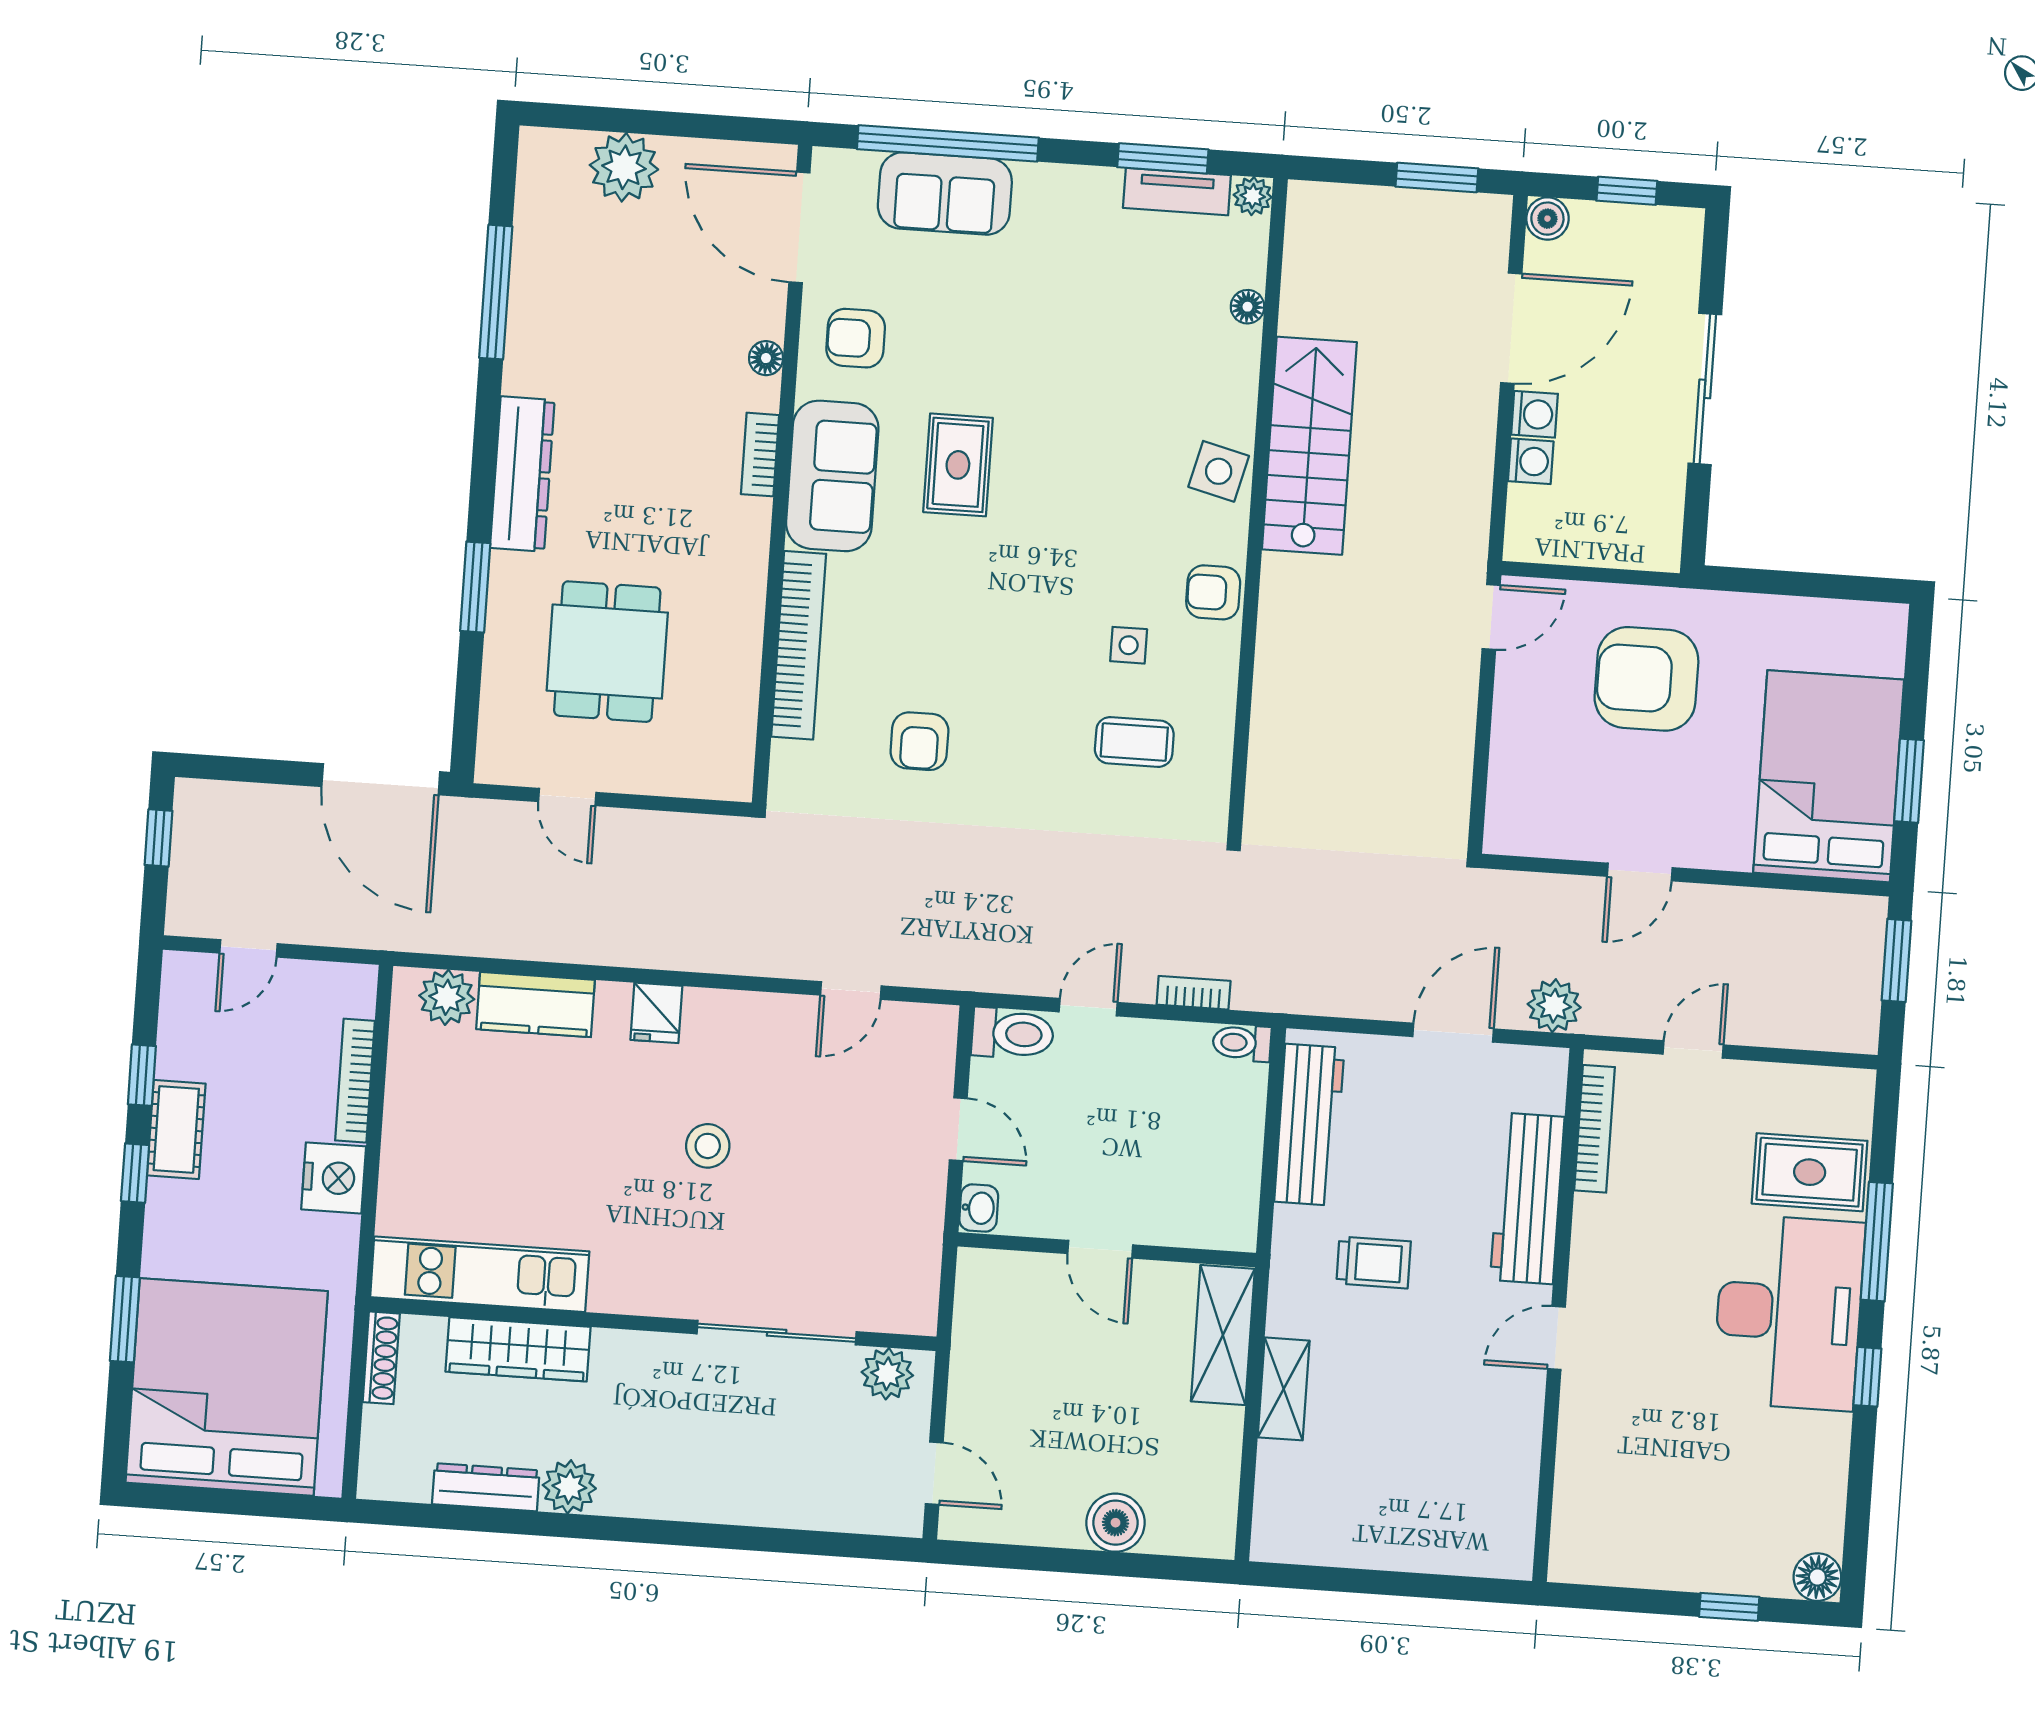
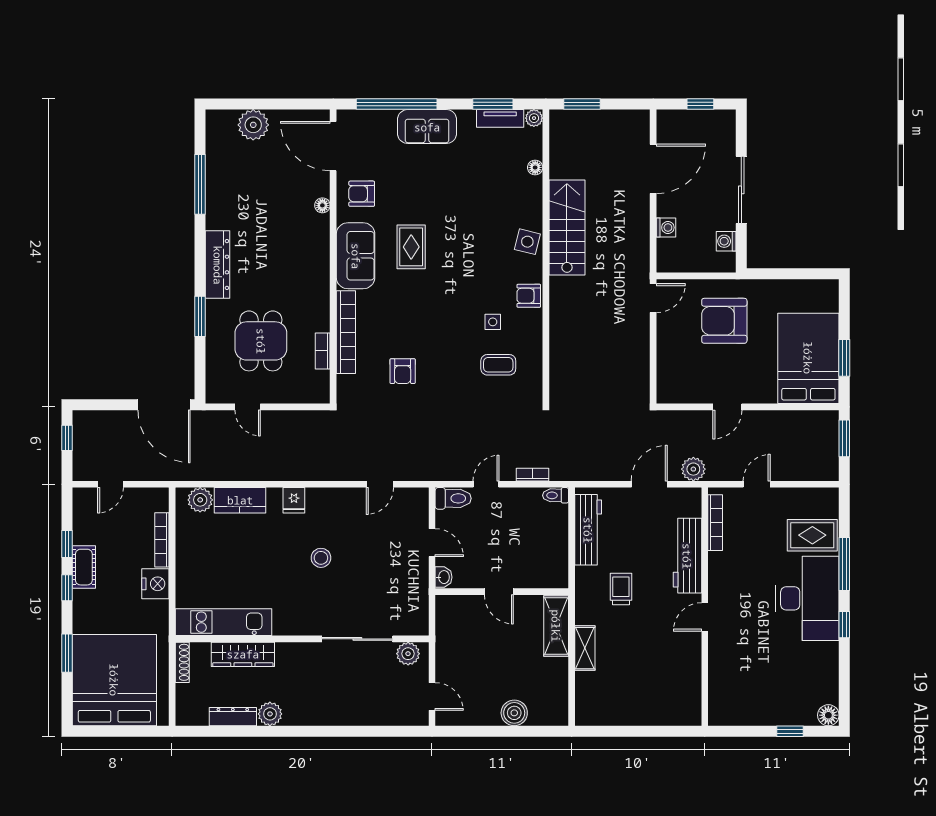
window: (1437, 178) -> (582, 104), moved
sofa: (945, 193) -> (427, 127), moved
boiler: (1547, 219) -> (666, 119), removed
washing machine: (1535, 414) -> (726, 241), moved, turned 180
bookcase: (760, 455) -> (323, 351), moved
trolley: (1374, 1262) -> (621, 589), turned -90

